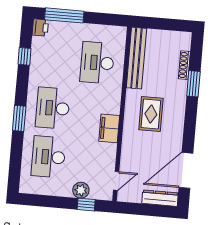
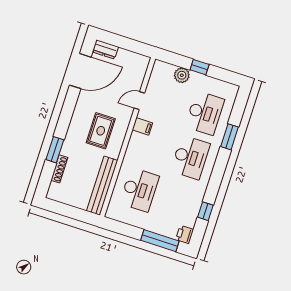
window: (19, 118) -> (229, 137), moved
filing cabinet: (109, 128) -> (142, 126), width x0.50
door: (116, 181) -> (139, 101), moved
dresser: (160, 198) -> (105, 49), width x0.70
window: (86, 205) -> (200, 67), moved

